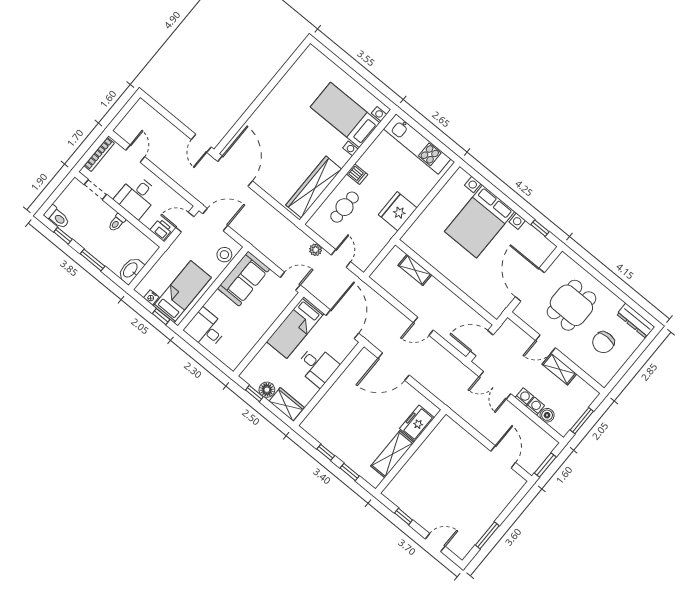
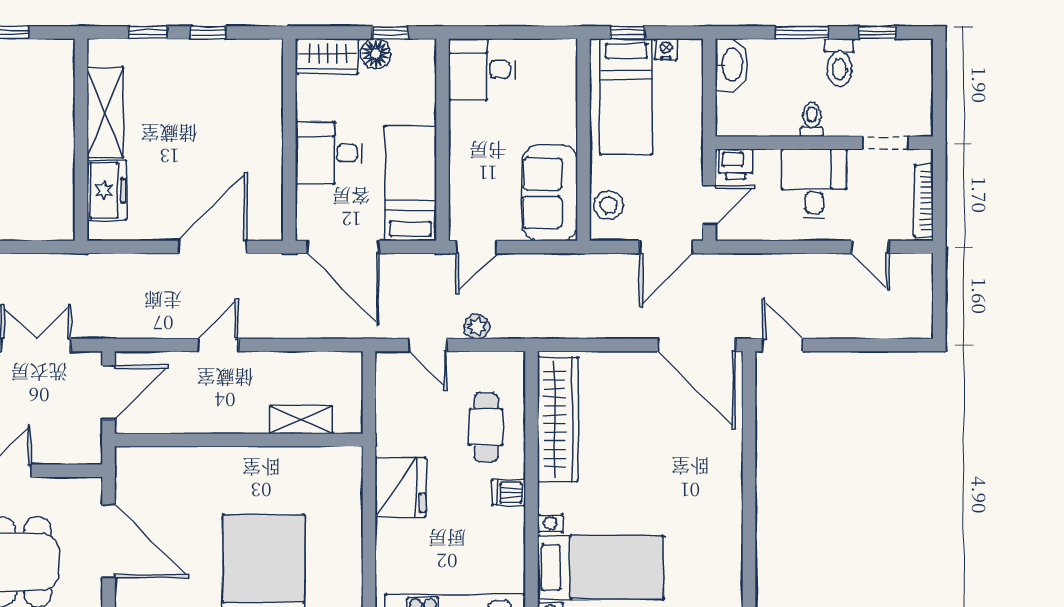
toilet: (57, 217) -> (839, 62), moved, turned -90
desk: (206, 329) -> (482, 69), moved, turned 180

